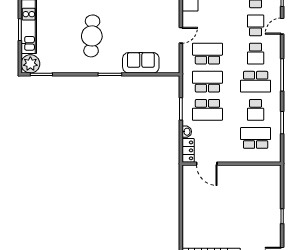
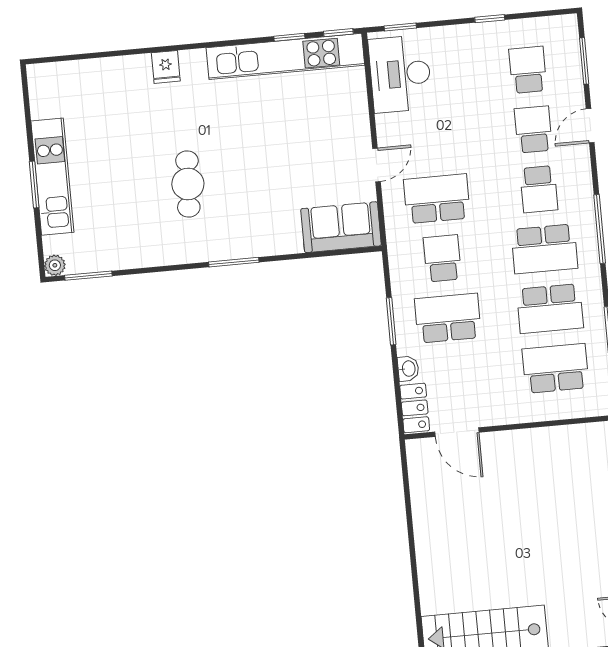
cafe table: (92, 36) -> (188, 184), width x0.73, depth x0.74
sofa: (141, 63) -> (341, 227), moved
plant: (30, 64) -> (55, 265), width x0.53, depth x0.53
school desk: (207, 82) -> (442, 258), width x0.54
school desk: (207, 110) -> (448, 318), turned 180
school desk: (256, 110) -> (550, 309), width x1.85

